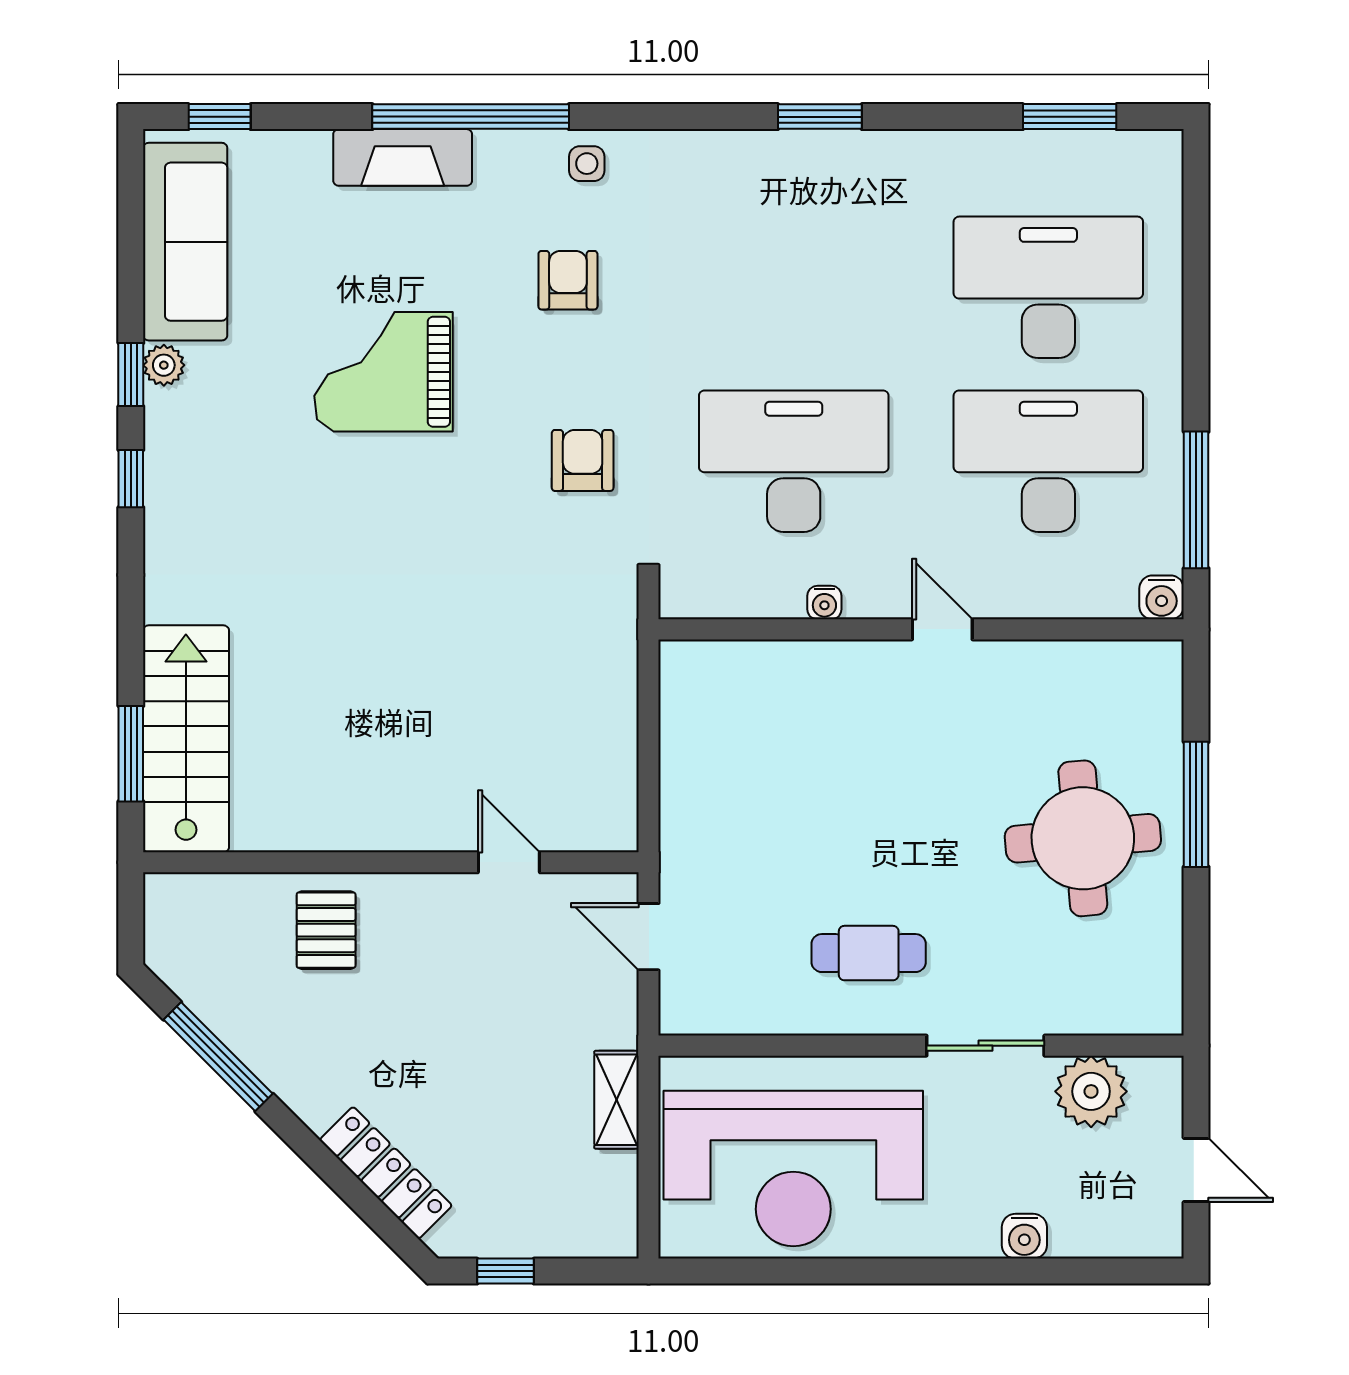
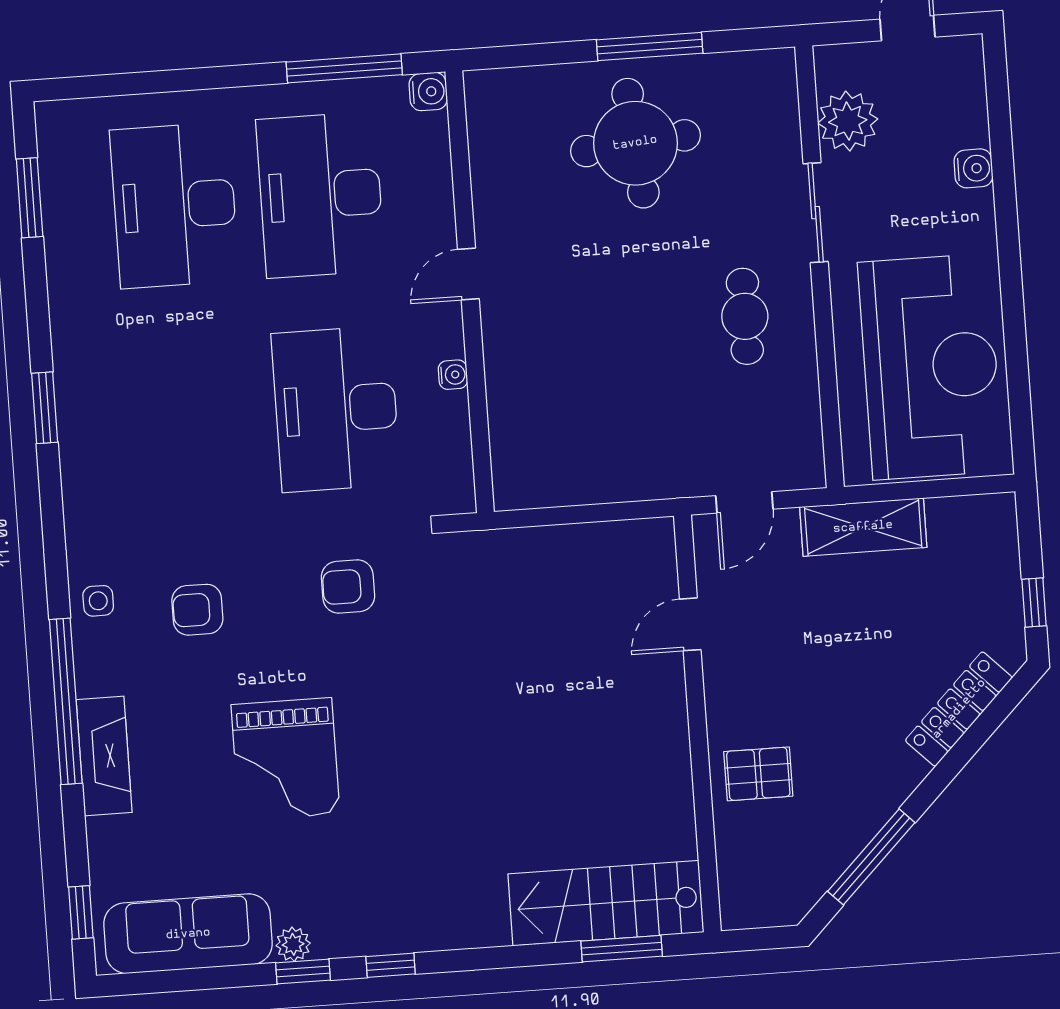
window: (1196, 804) -> (650, 47), moved
shelving: (617, 1100) -> (863, 527), width x1.50, depth x1.33

